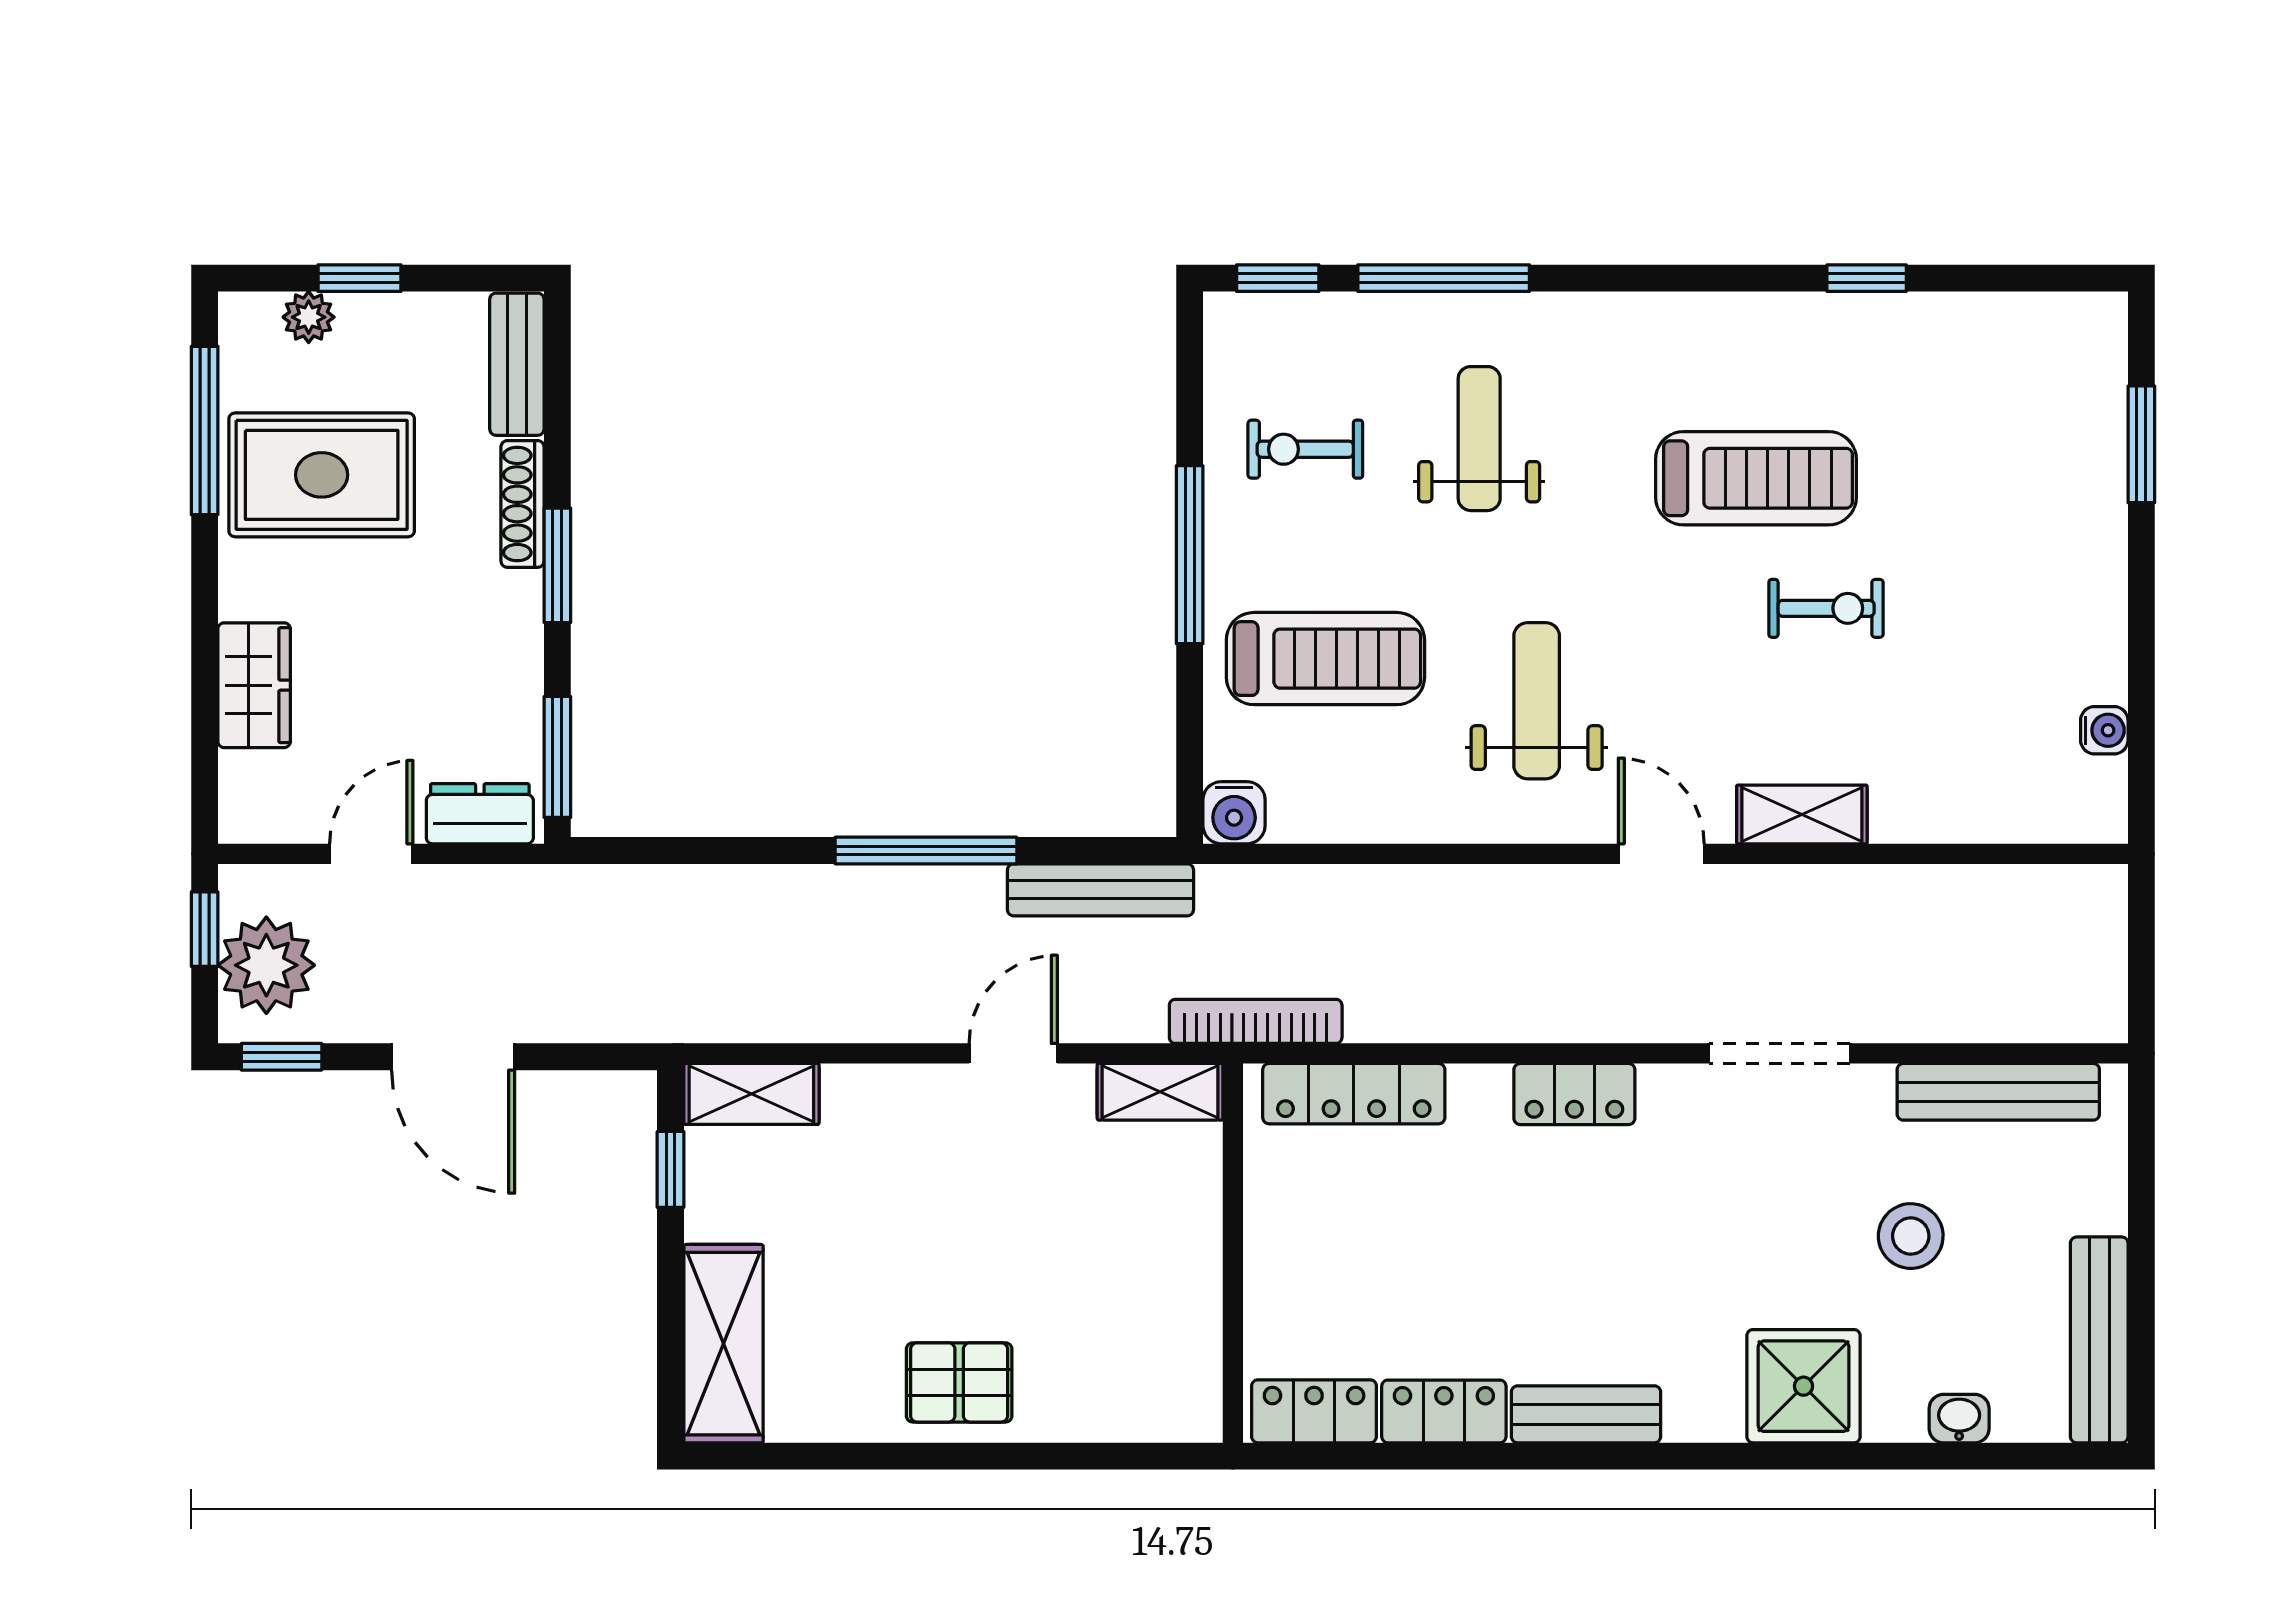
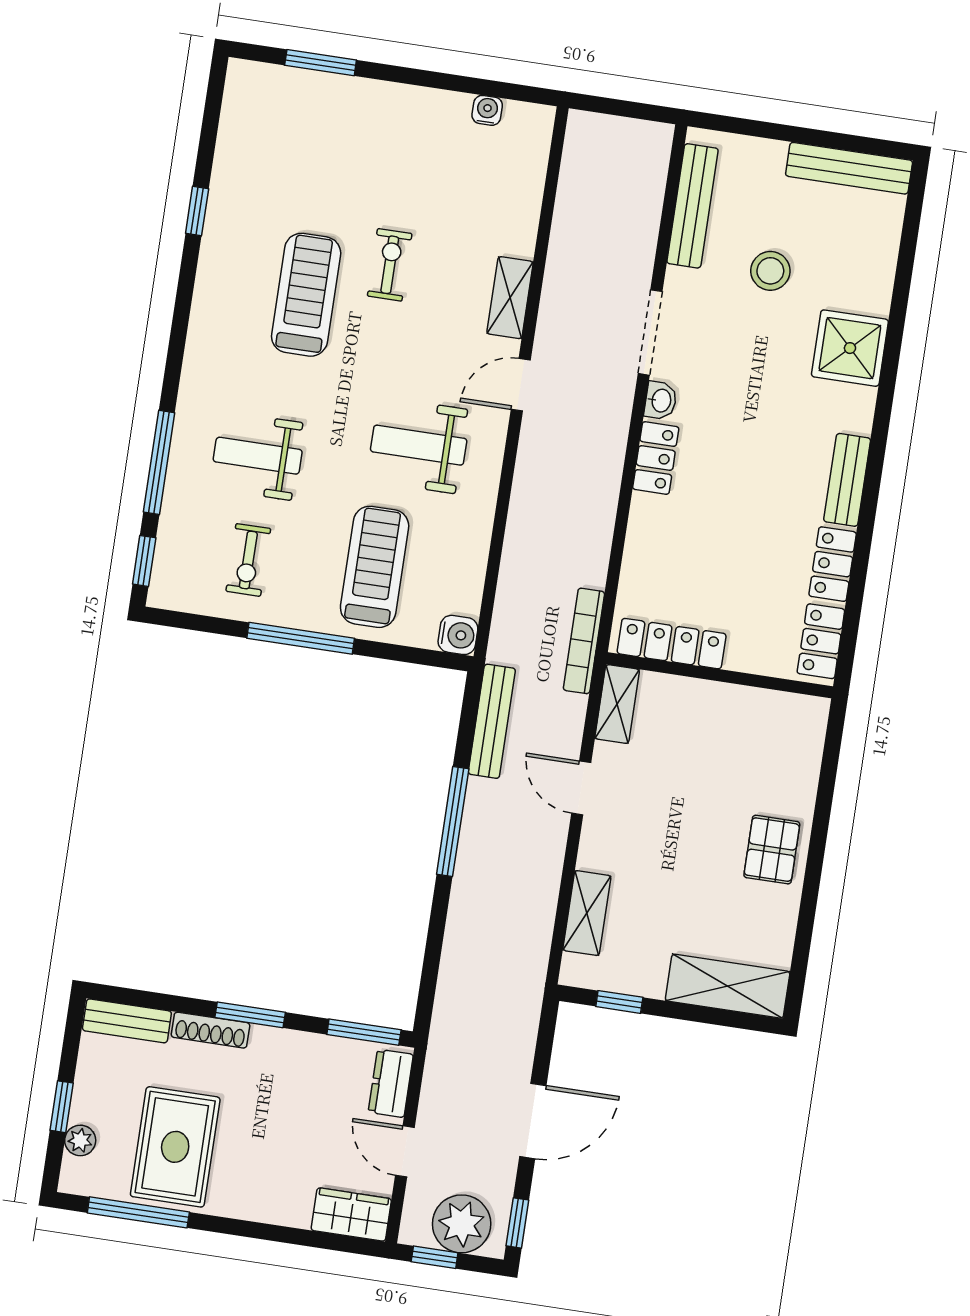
wardrobe: (254, 685) -> (351, 1215), moved
shelving: (751, 1094) -> (587, 913), moved
locker: (1354, 1094) -> (672, 644), moved, turned -90
washbasin: (1959, 1419) -> (661, 400), moved, turned 180

